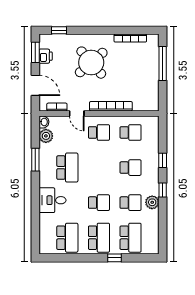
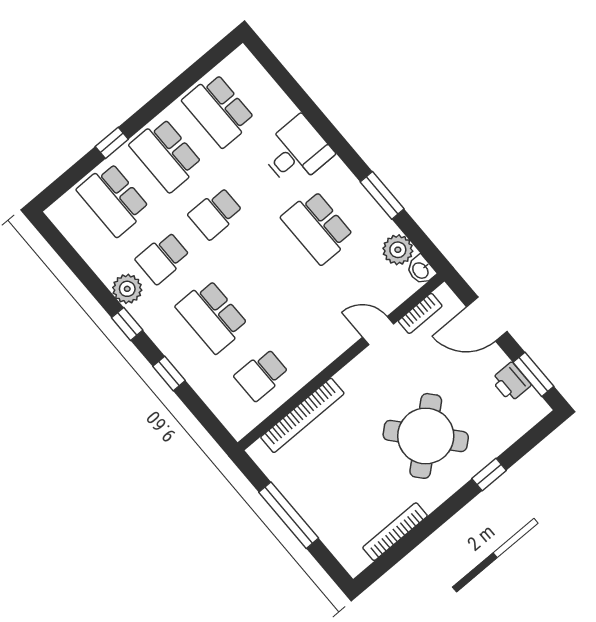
window: (59, 30) -> (489, 475), moved
window: (163, 63) -> (289, 515), moved
bookcase: (111, 106) -> (302, 415), moved
school desk: (99, 132) -> (314, 330), removed
school desk: (131, 168) -> (212, 316), width x1.85

